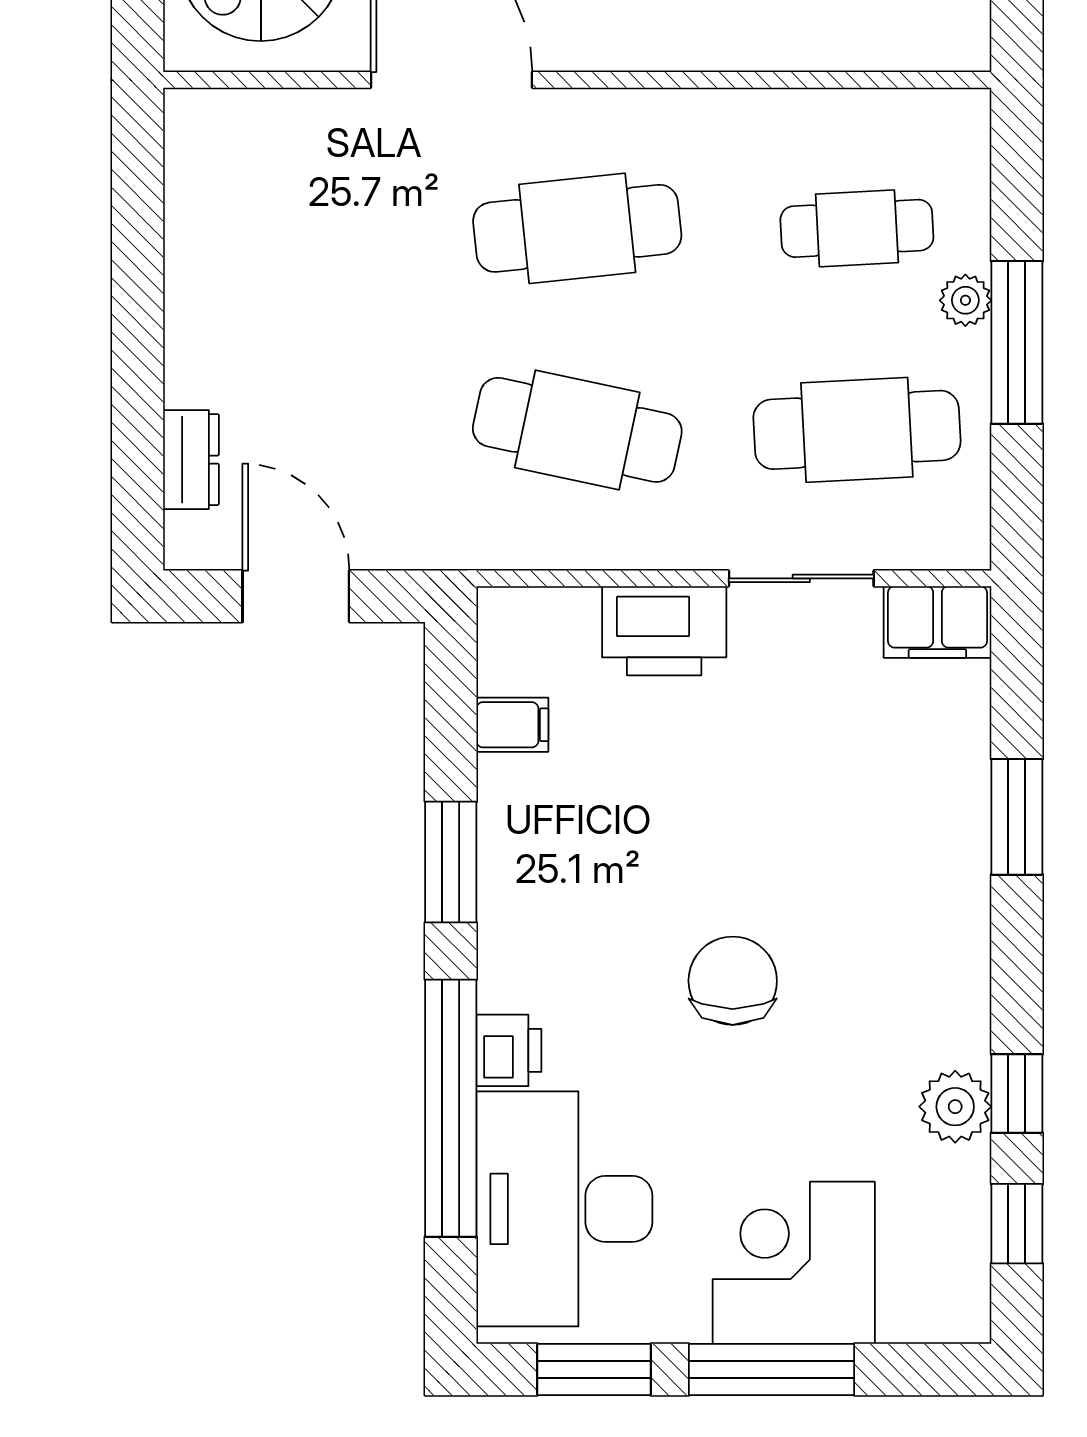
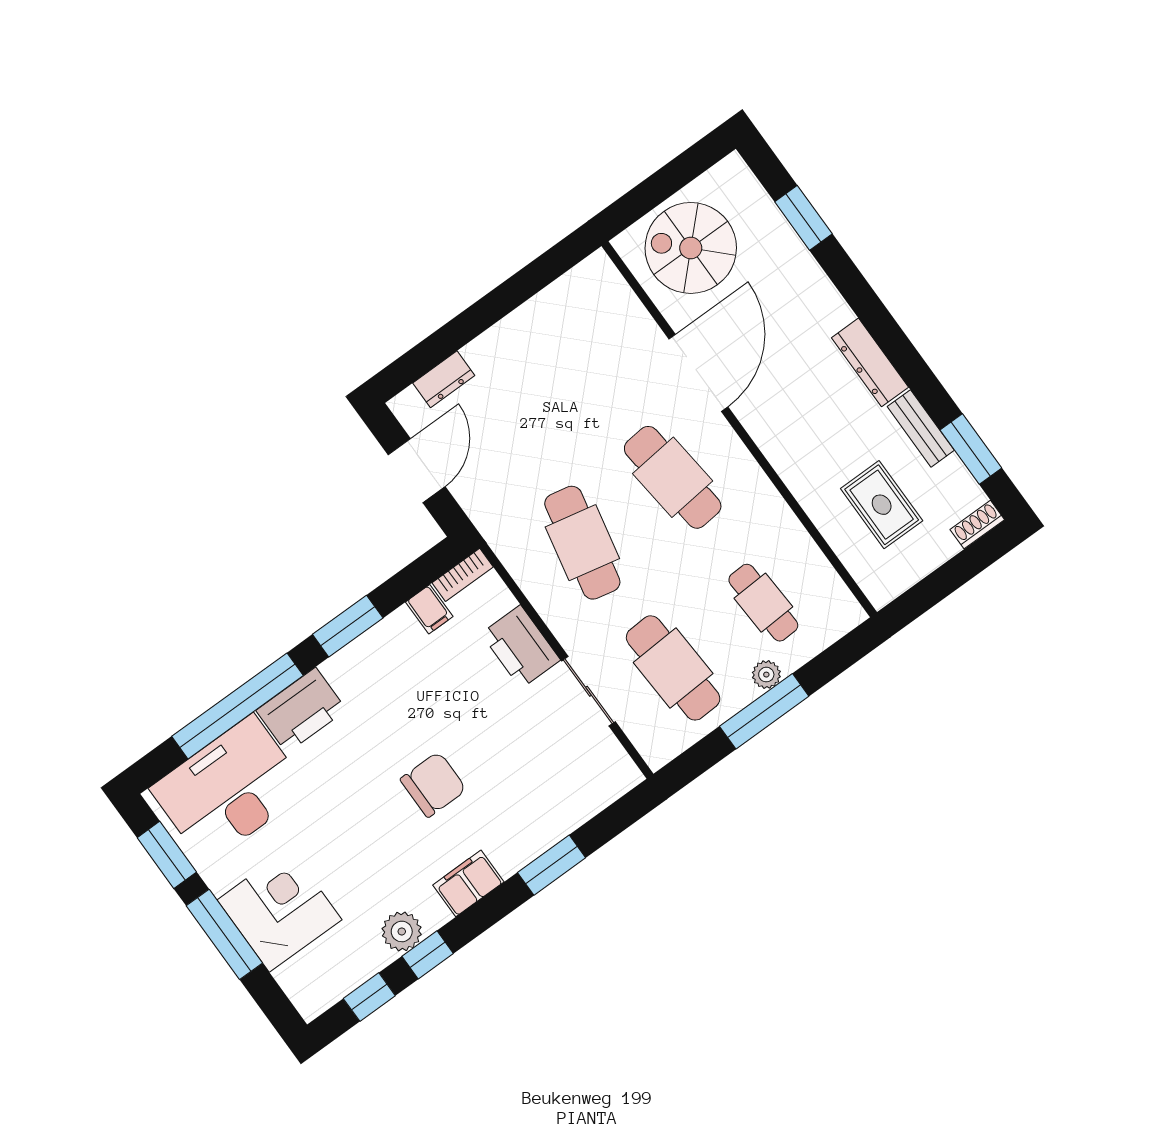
filing cabinet: (937, 622) -> (468, 883), moved, turned 90
bookcase: (498, 639) -> (463, 575), added
chair: (733, 981) -> (433, 784), moved
printer: (509, 1050) -> (301, 710), width x1.87, depth x1.48

